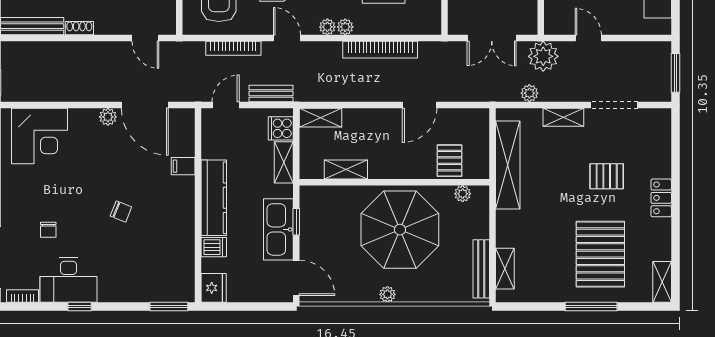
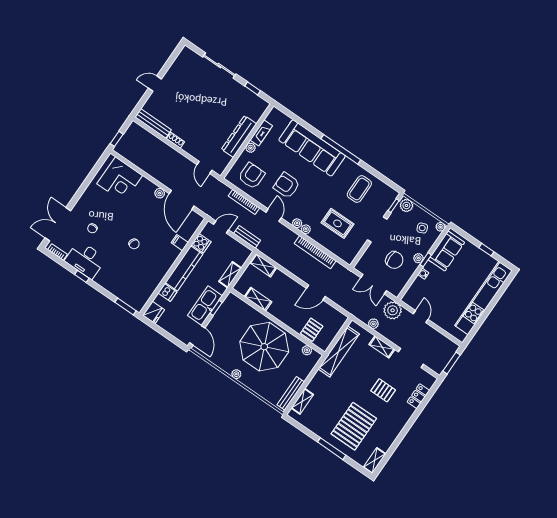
cooker: (281, 128) -> (201, 243), moved, turned 180
locker: (661, 198) -> (418, 396), moved

